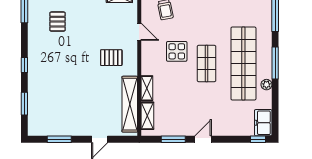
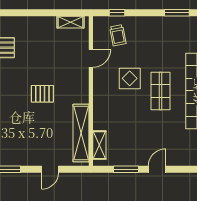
door: (139, 32) -> (91, 58), hinge flipped
pallet: (111, 58) -> (42, 94), moved
shelving: (147, 88) -> (99, 117), removed

